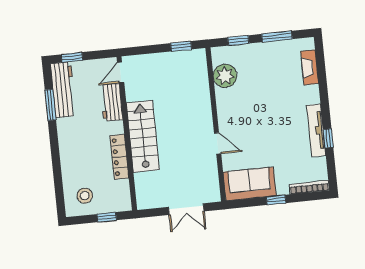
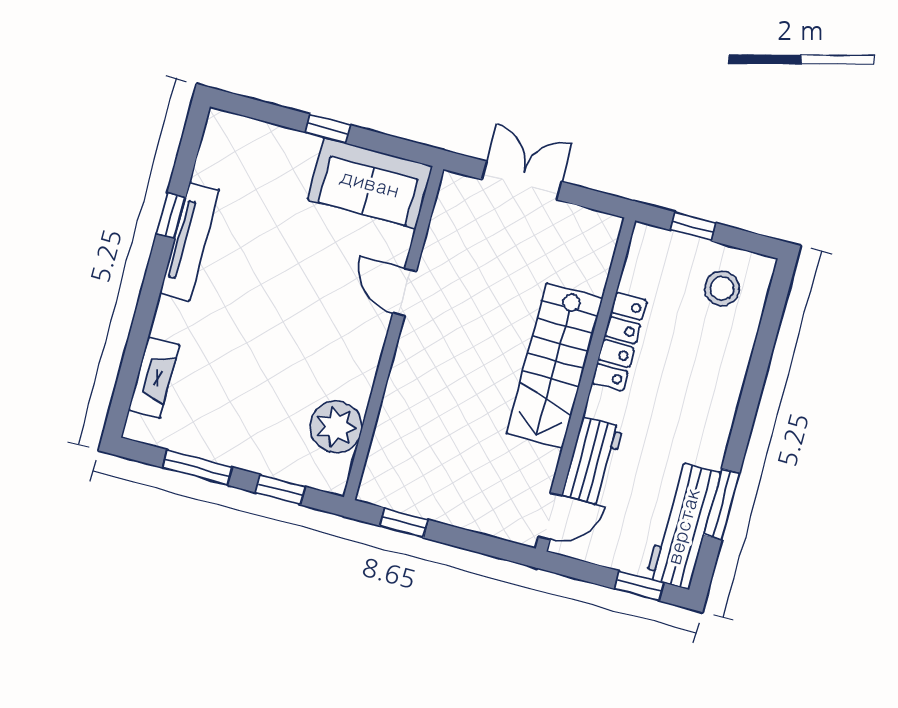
bookcase: (309, 187) -> (249, 128), removed

